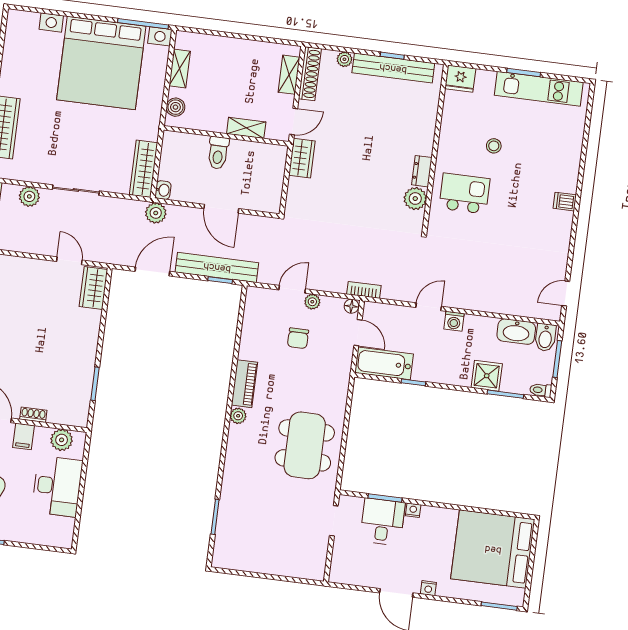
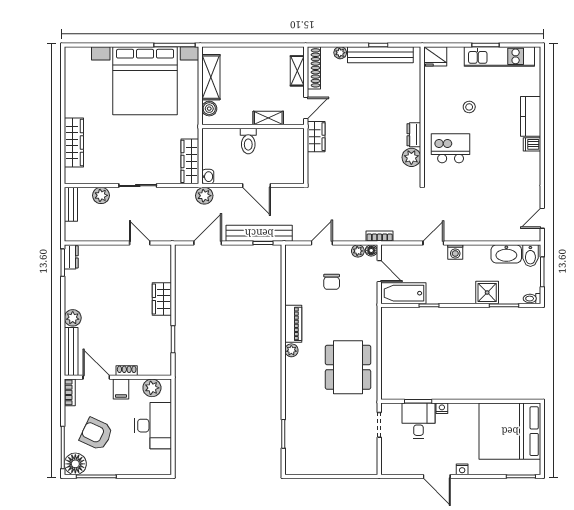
shelving: (180, 68) -> (211, 77), width x1.50, depth x1.33
kitchen counter: (567, 167) -> (531, 116), added
wardrobe: (93, 288) -> (162, 299), moved
plant: (312, 302) -> (358, 251), moved

